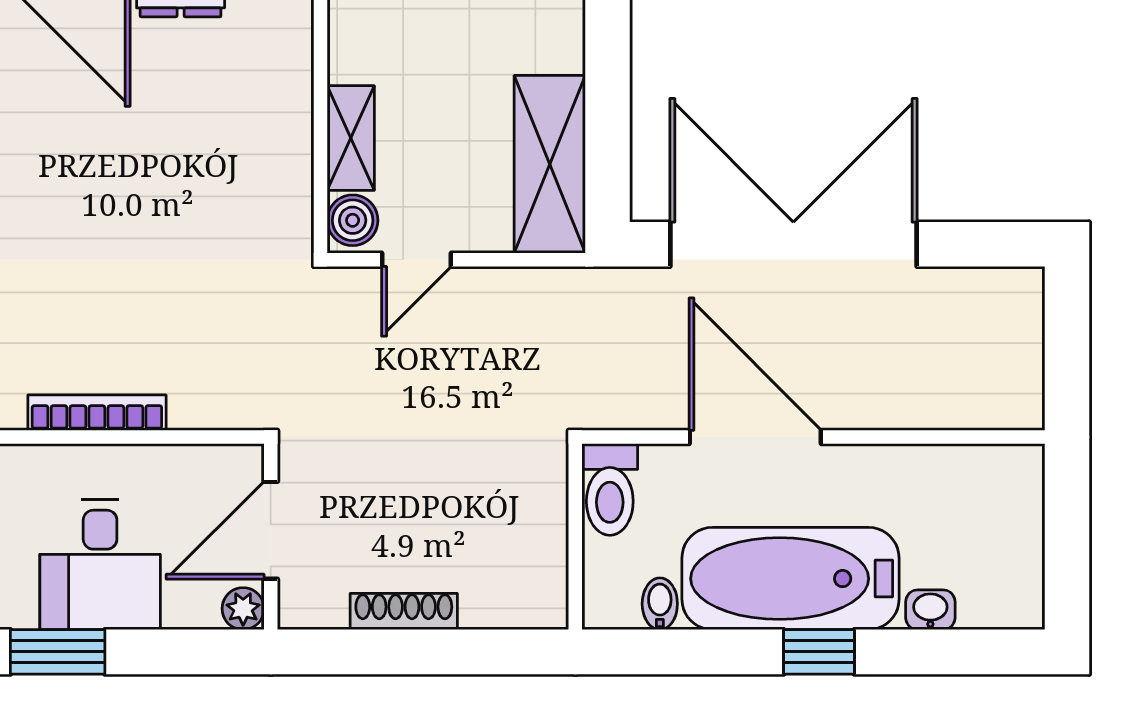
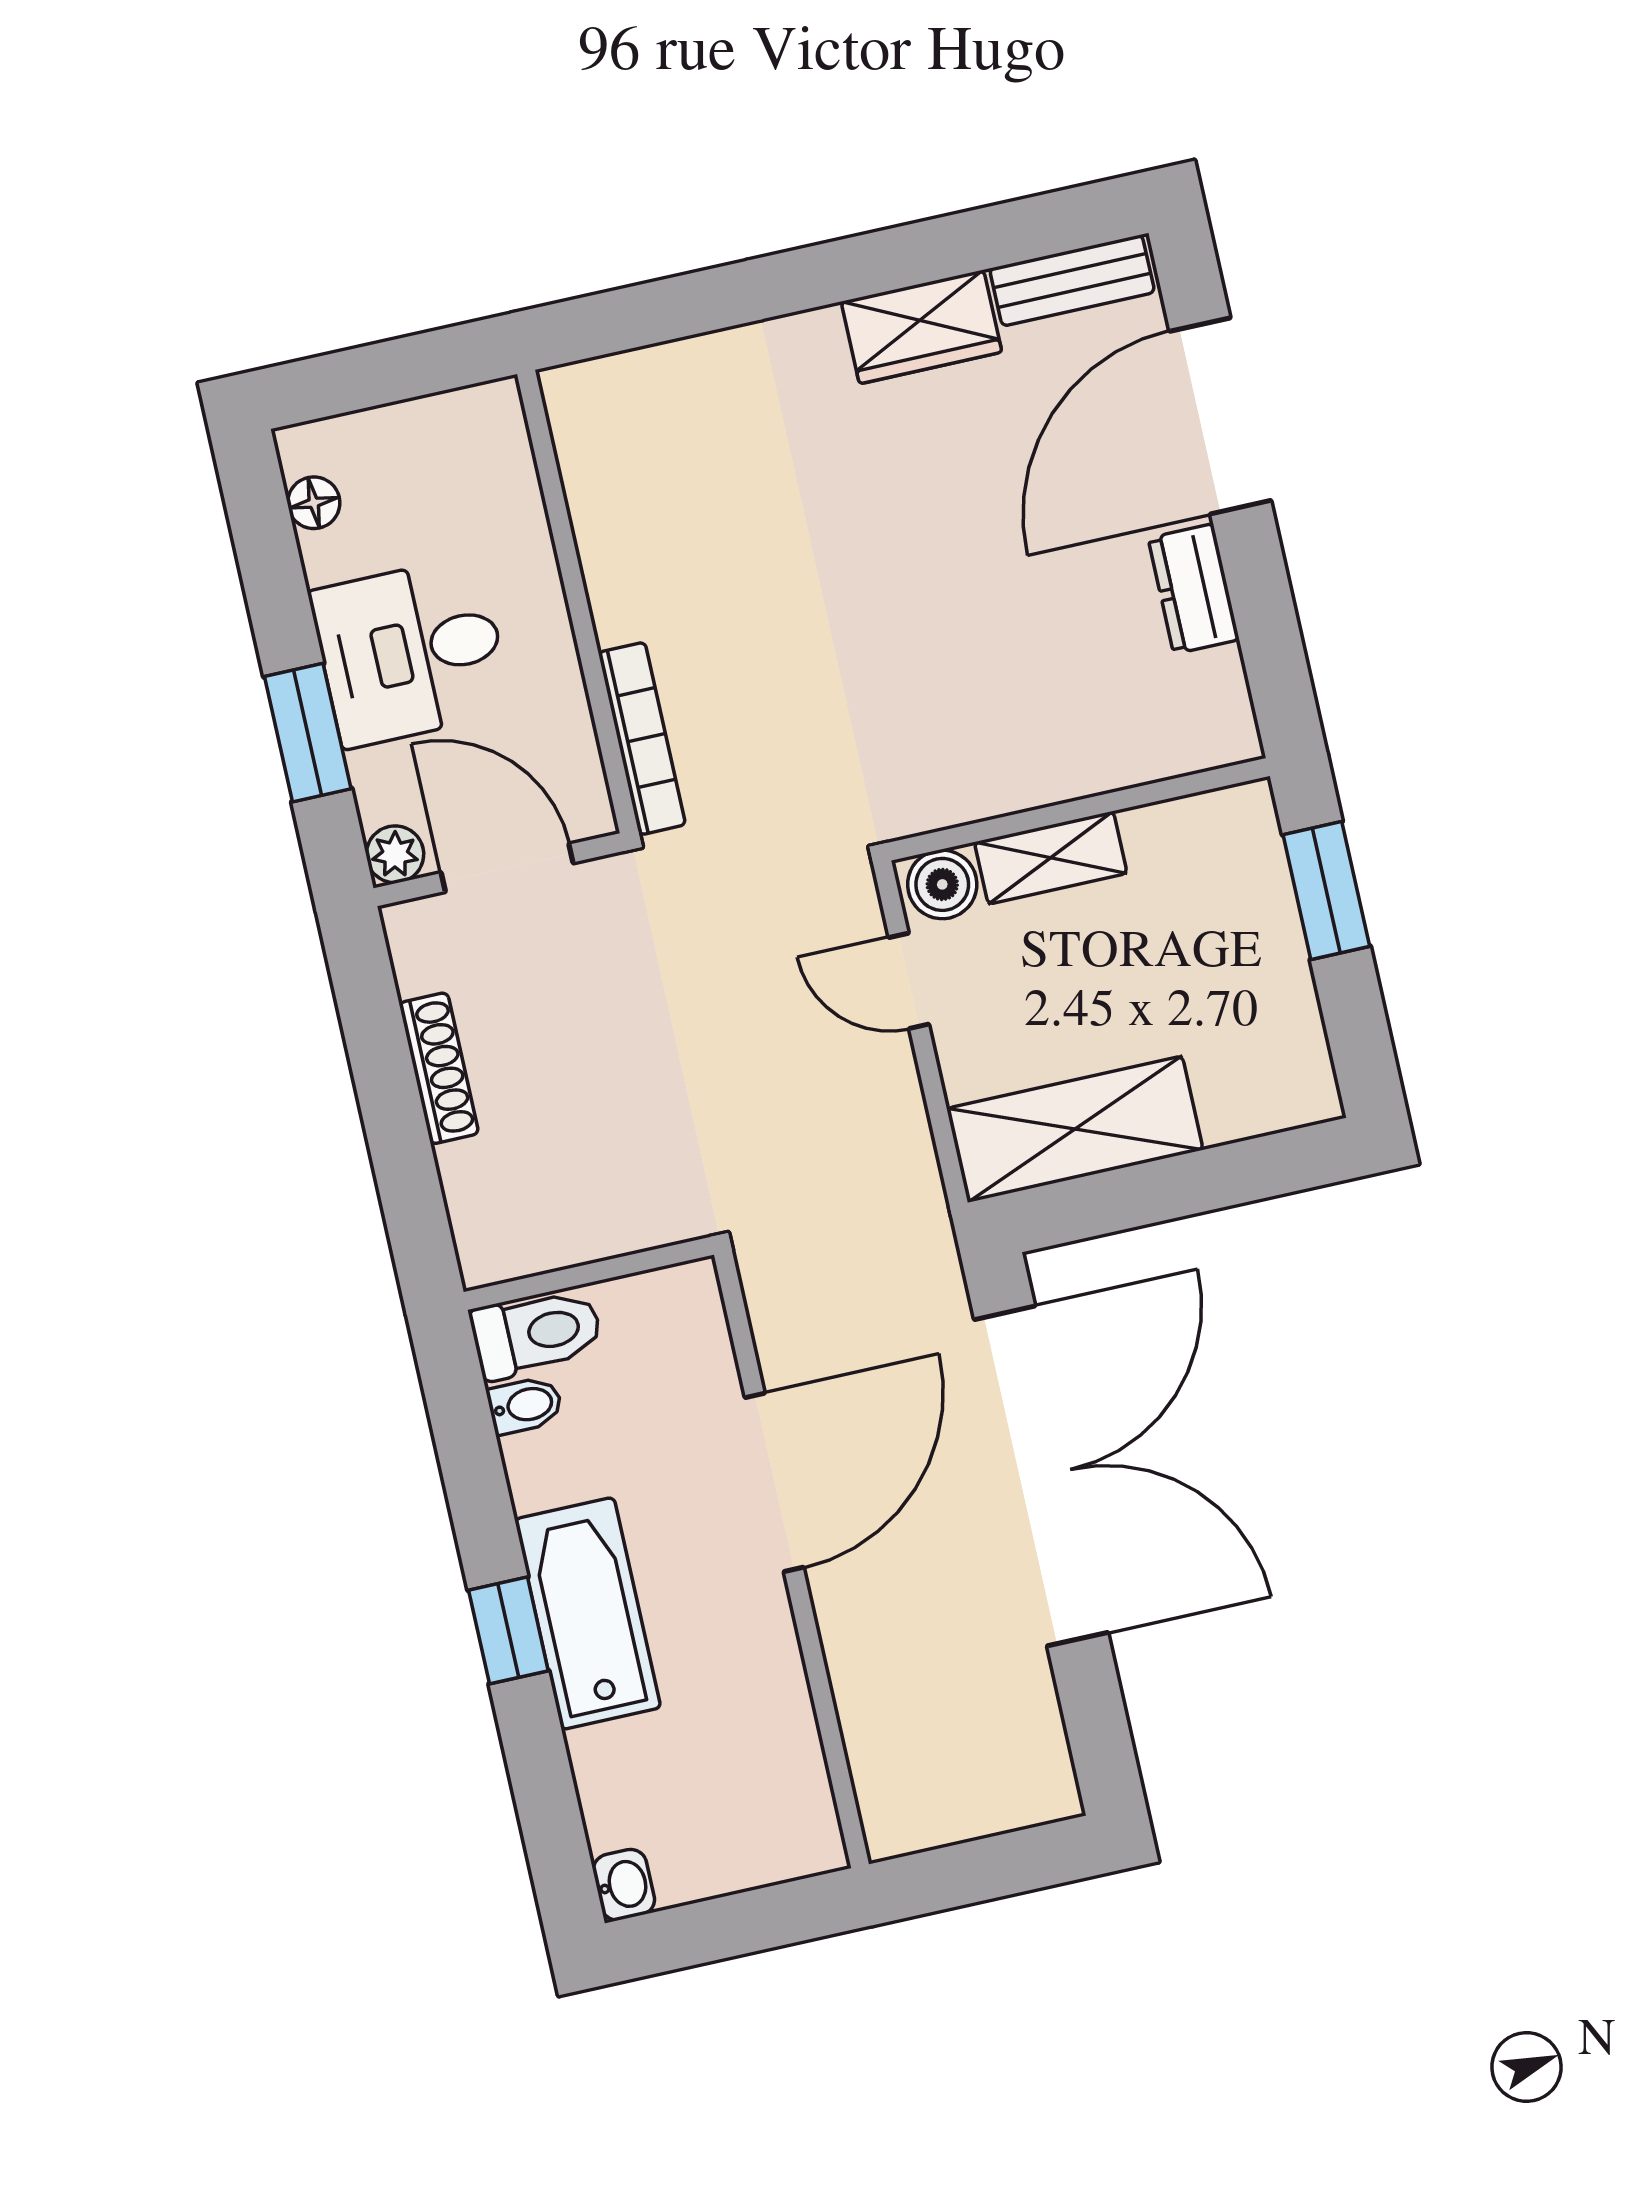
bookcase: (97, 413) -> (642, 739), moved
toilet: (610, 489) -> (537, 1333), moved, turned 180
bathtub: (790, 579) -> (588, 1613), width x0.73, depth x0.73
washbasin: (930, 610) -> (624, 1885), moved
window: (58, 652) -> (308, 733), moved

